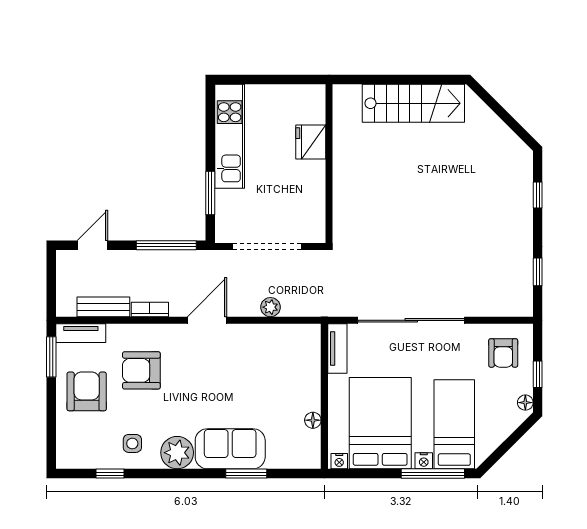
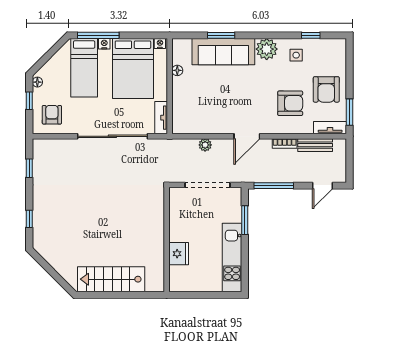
sofa: (230, 449) -> (223, 52), width x1.36

